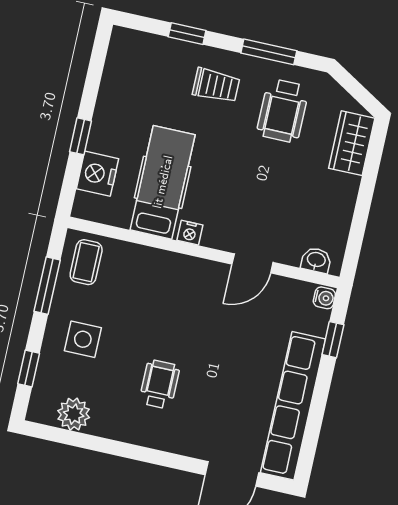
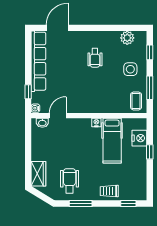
window: (187, 34) -> (128, 204), moved
trolley: (216, 85) -> (109, 191), moved
door: (252, 263) -> (58, 116), moved

